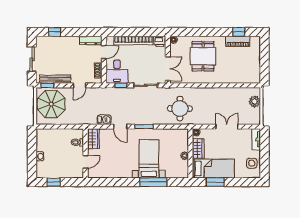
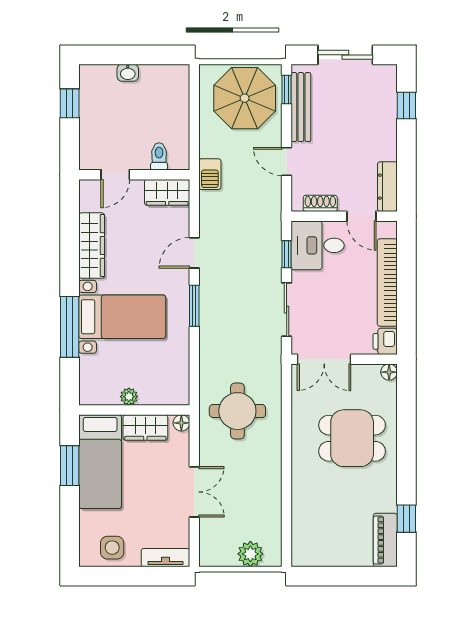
piano: (238, 41) -> (385, 540), moved
round table: (180, 109) -> (237, 411), moved
barbecue: (104, 120) -> (210, 174), moved
door: (85, 162) -> (115, 175), hinge flipped
wardrobe: (117, 172) -> (92, 246), added

